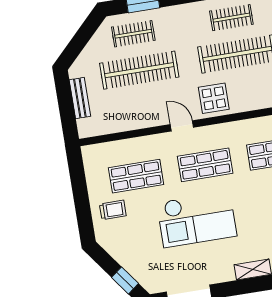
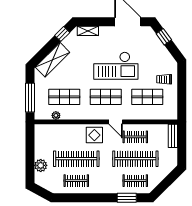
bench: (80, 98) -> (173, 136), moved
clothes rail: (145, 106) -> (135, 137), added
checkout: (197, 219) -> (116, 66), turned 180

